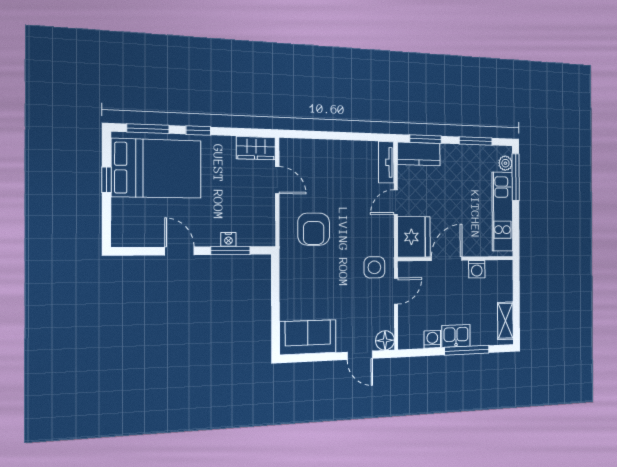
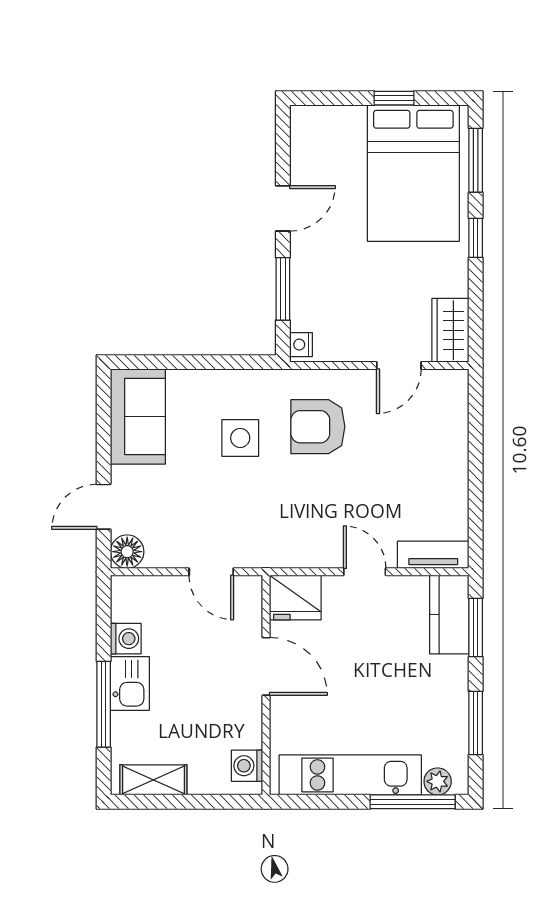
fridge: (414, 237) -> (295, 597), width x0.73, depth x0.75
nightstand: (228, 239) -> (301, 345), moved
side table: (374, 267) -> (240, 438), moved
washing machine: (477, 269) -> (247, 766), moved

